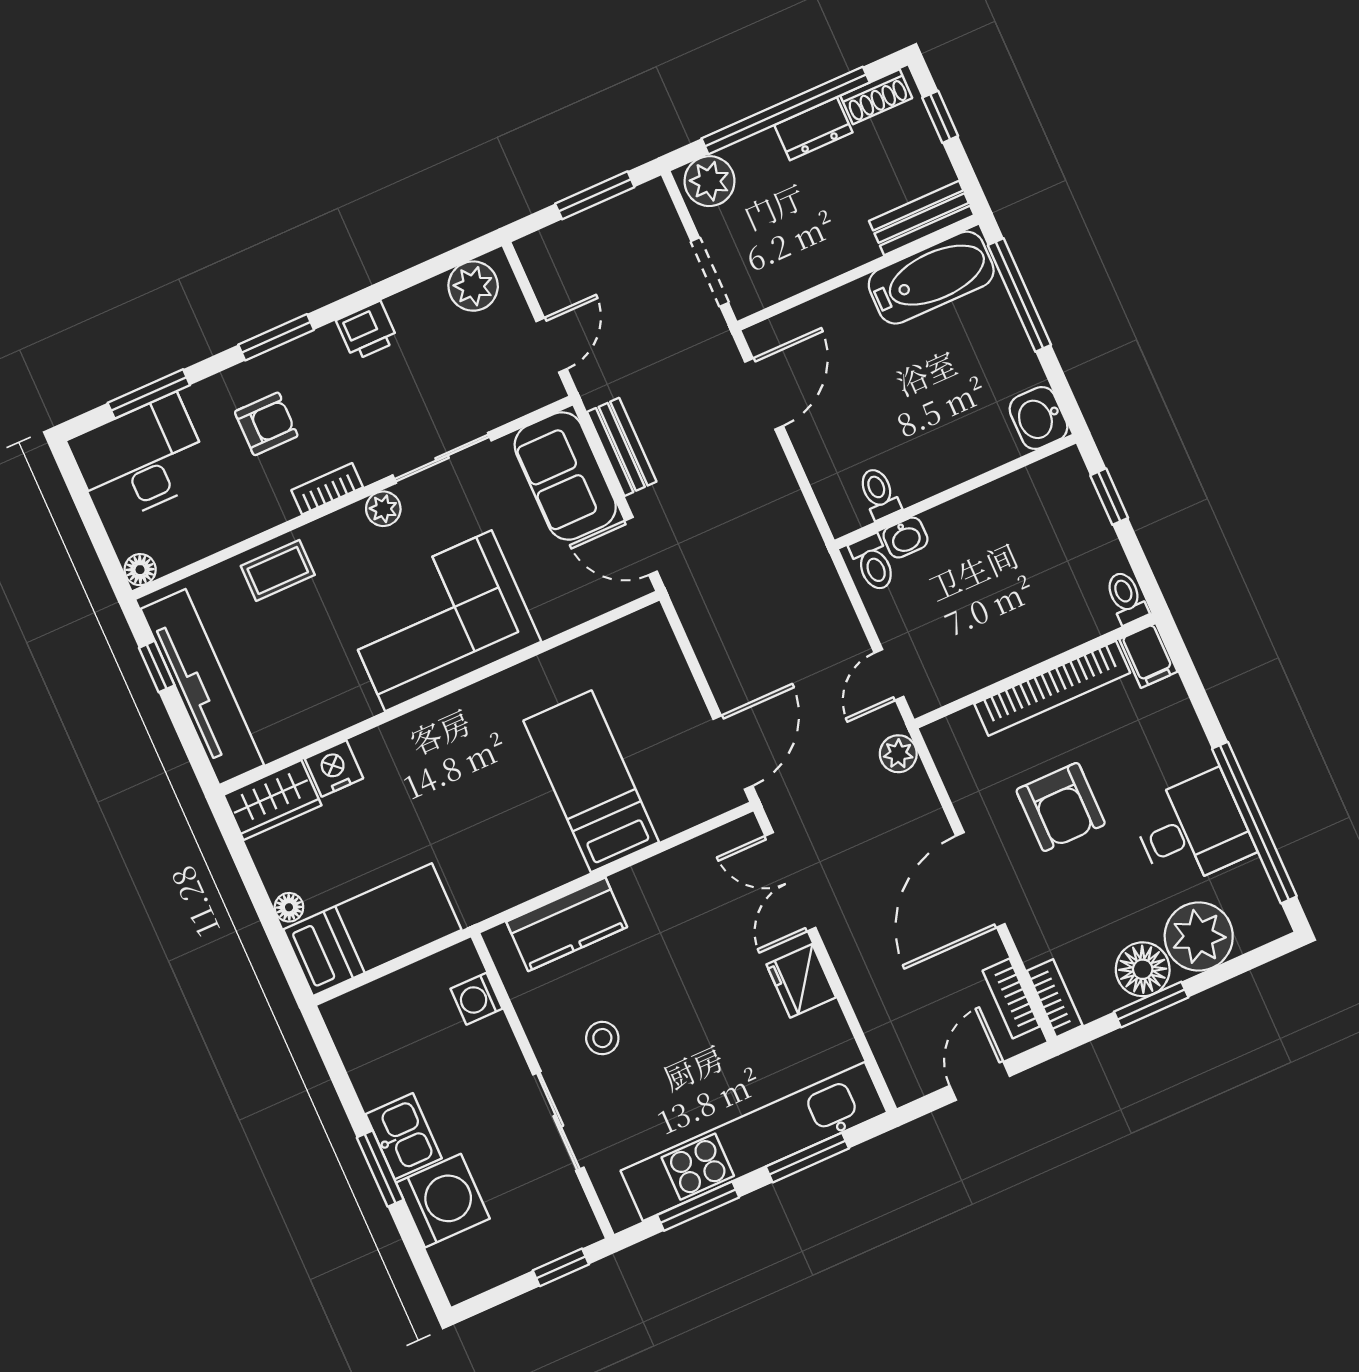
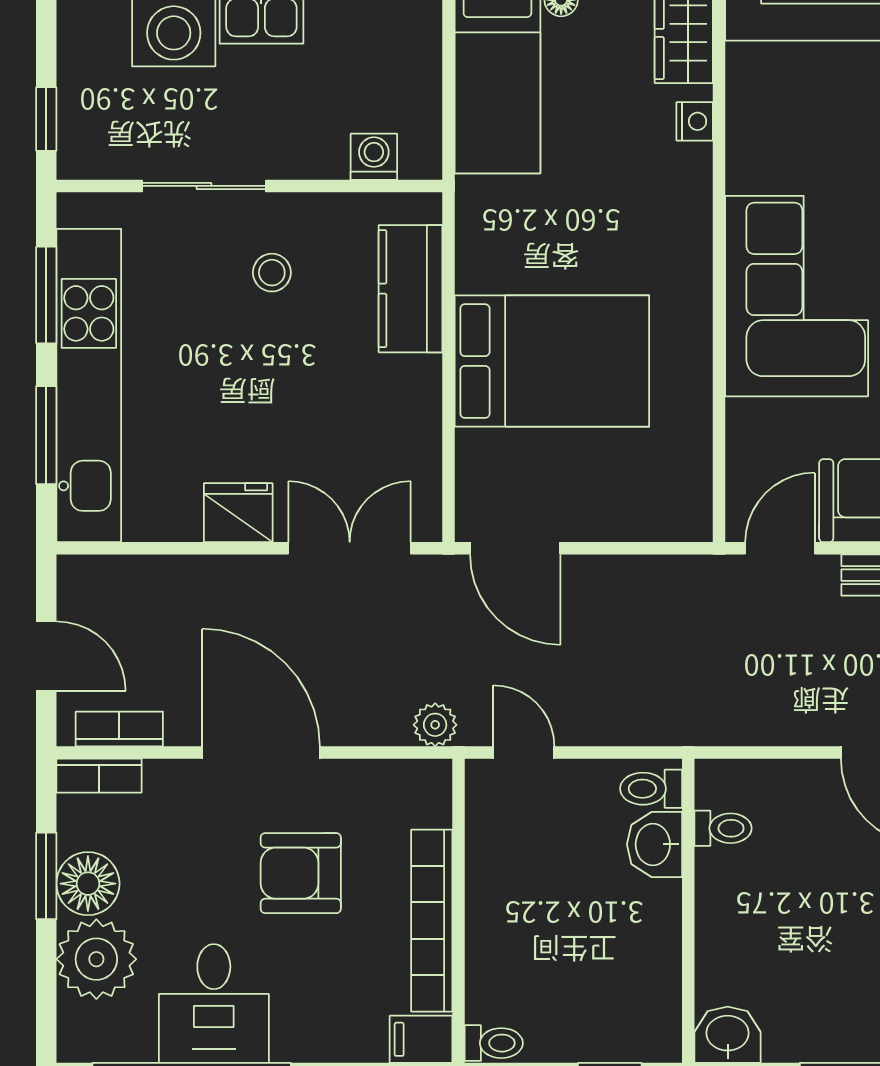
washbasin: (905, 538) -> (655, 844), width x1.38, depth x1.45
nightstand: (334, 768) -> (695, 121), width x0.72, depth x0.74
bed: (591, 781) -> (552, 361), width x1.50

